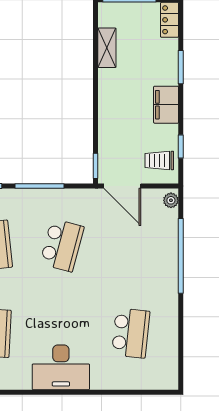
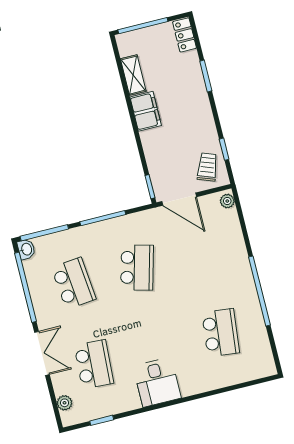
filing cabinet: (166, 105) -> (146, 111), moved, turned 180
trolley: (159, 160) -> (207, 167), turned 110
window: (181, 256) -> (259, 291), moved
desk: (61, 367) -> (157, 382), width x0.73

